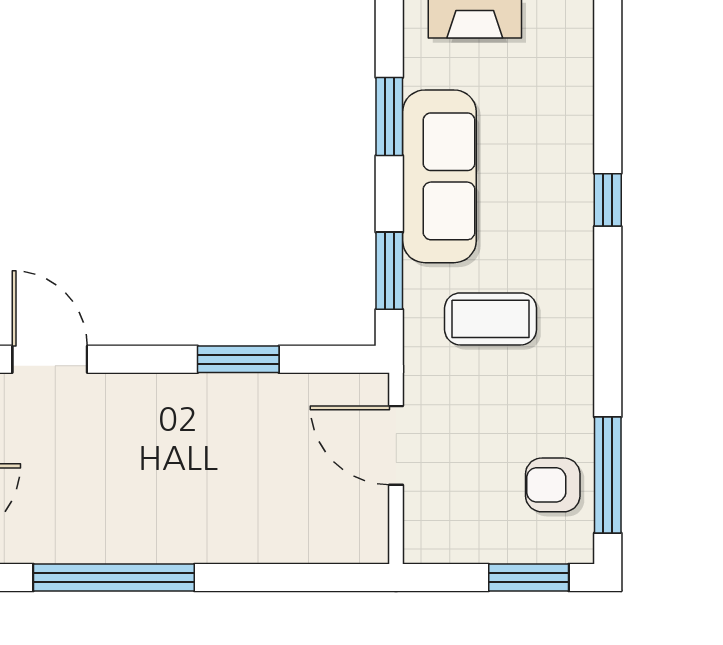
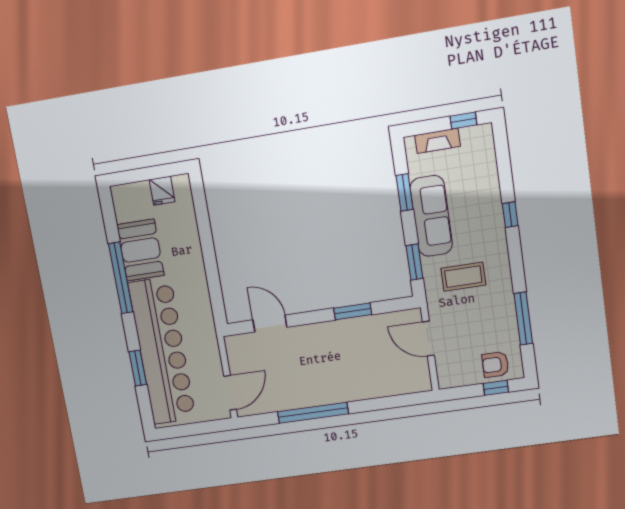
window: (608, 475) -> (523, 318), moved
armchair: (553, 485) -> (495, 365), moved
window: (529, 578) -> (496, 388), width x0.67

